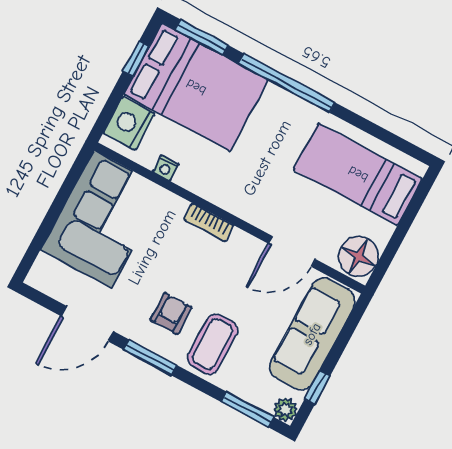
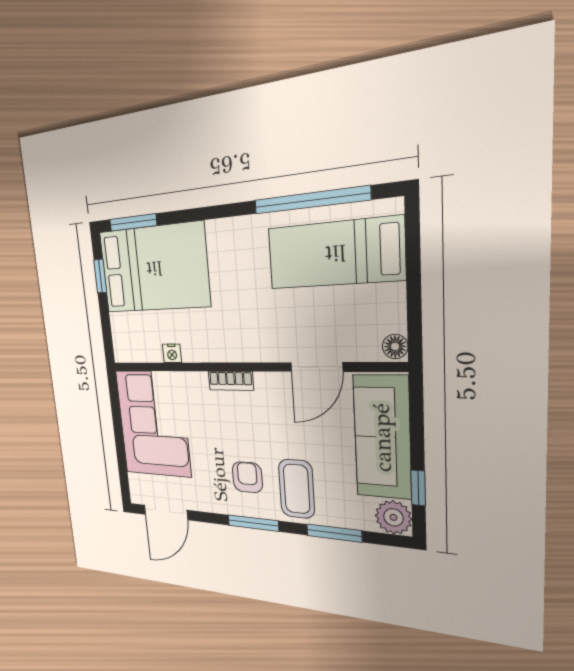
window: (287, 83) -> (311, 200), moved
nightstand: (129, 123) -> (126, 333), removed
floor lamp: (358, 256) -> (395, 347), width x0.53, depth x0.53
door: (87, 324) -> (166, 512), moved
window: (248, 410) -> (334, 533), moved
plant: (285, 410) -> (393, 517), width x1.38, depth x1.38

